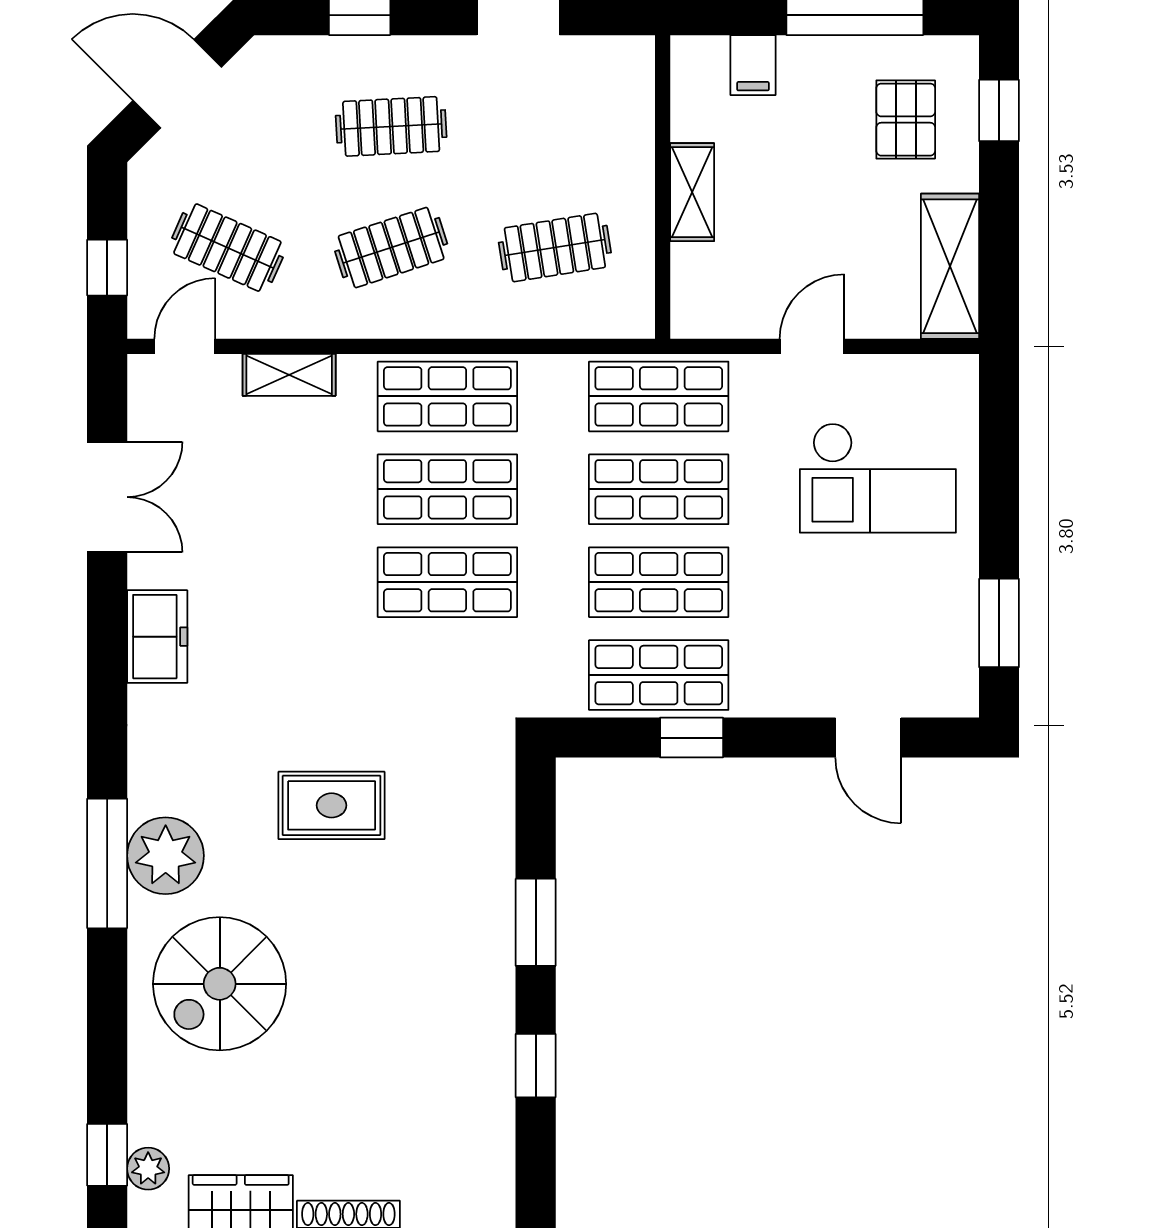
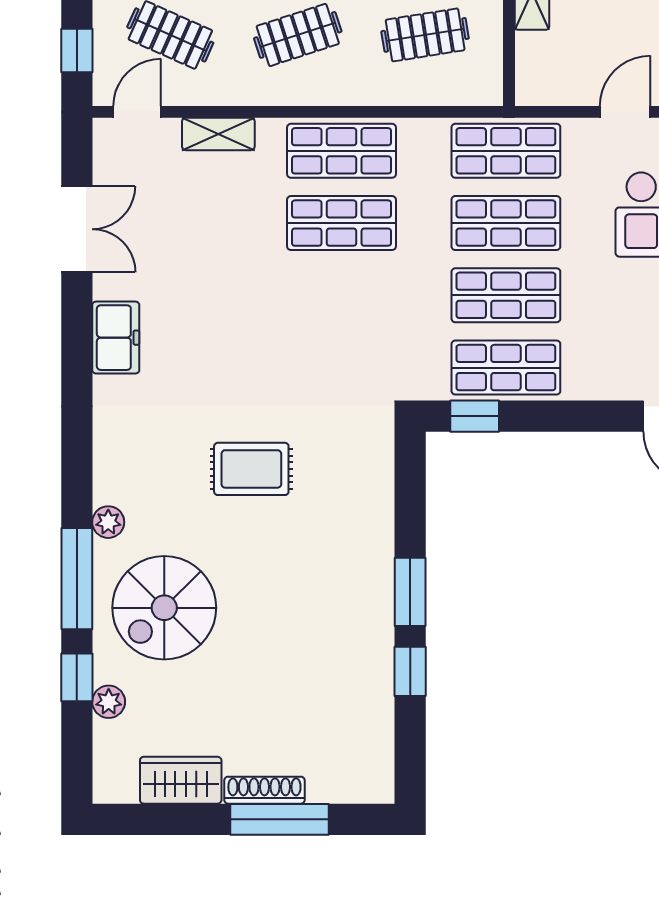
shop shelf: (447, 582) -> (341, 295), removed
window: (692, 738) -> (475, 416), moved
plant: (166, 856) -> (108, 522), width x0.53, depth x0.53
window: (107, 863) -> (77, 579), moved
window: (536, 922) -> (410, 592), moved
window: (107, 1155) -> (77, 677), moved
plant: (148, 1169) -> (109, 702), moved

